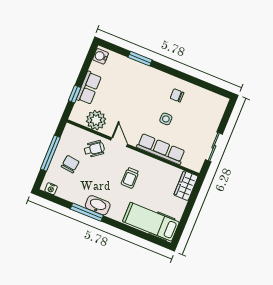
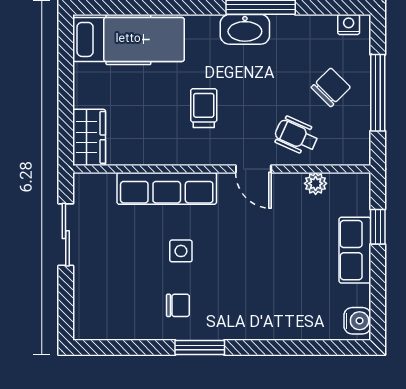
window: (140, 59) -> (200, 348), moved
plant: (96, 120) -> (316, 183), width x0.53, depth x0.53
wheelchair: (94, 149) -> (296, 136), turned 61
chair: (70, 164) -> (331, 87), turned -142

